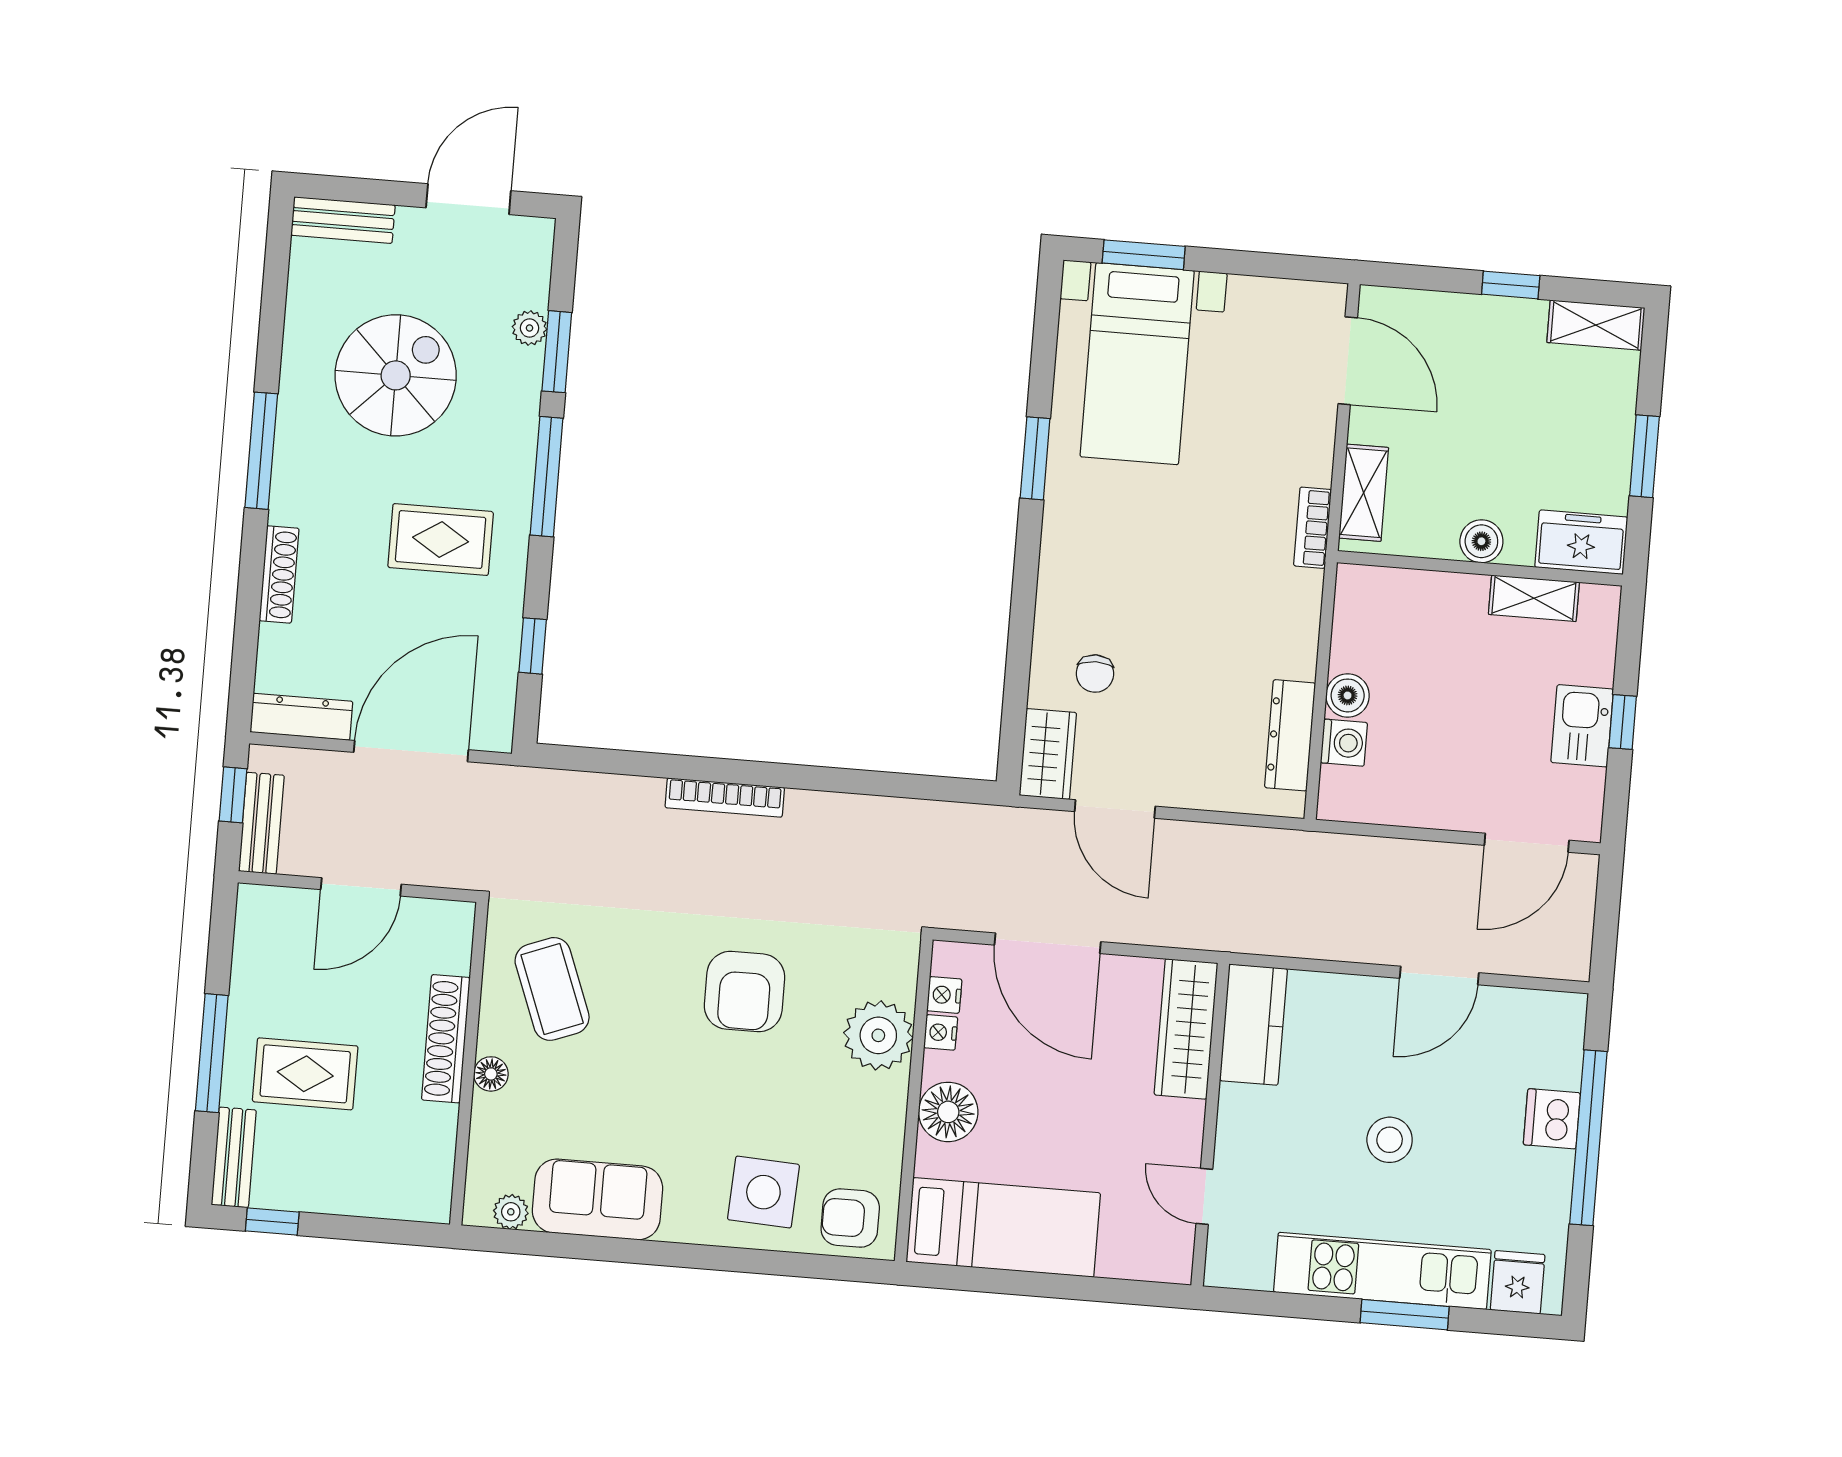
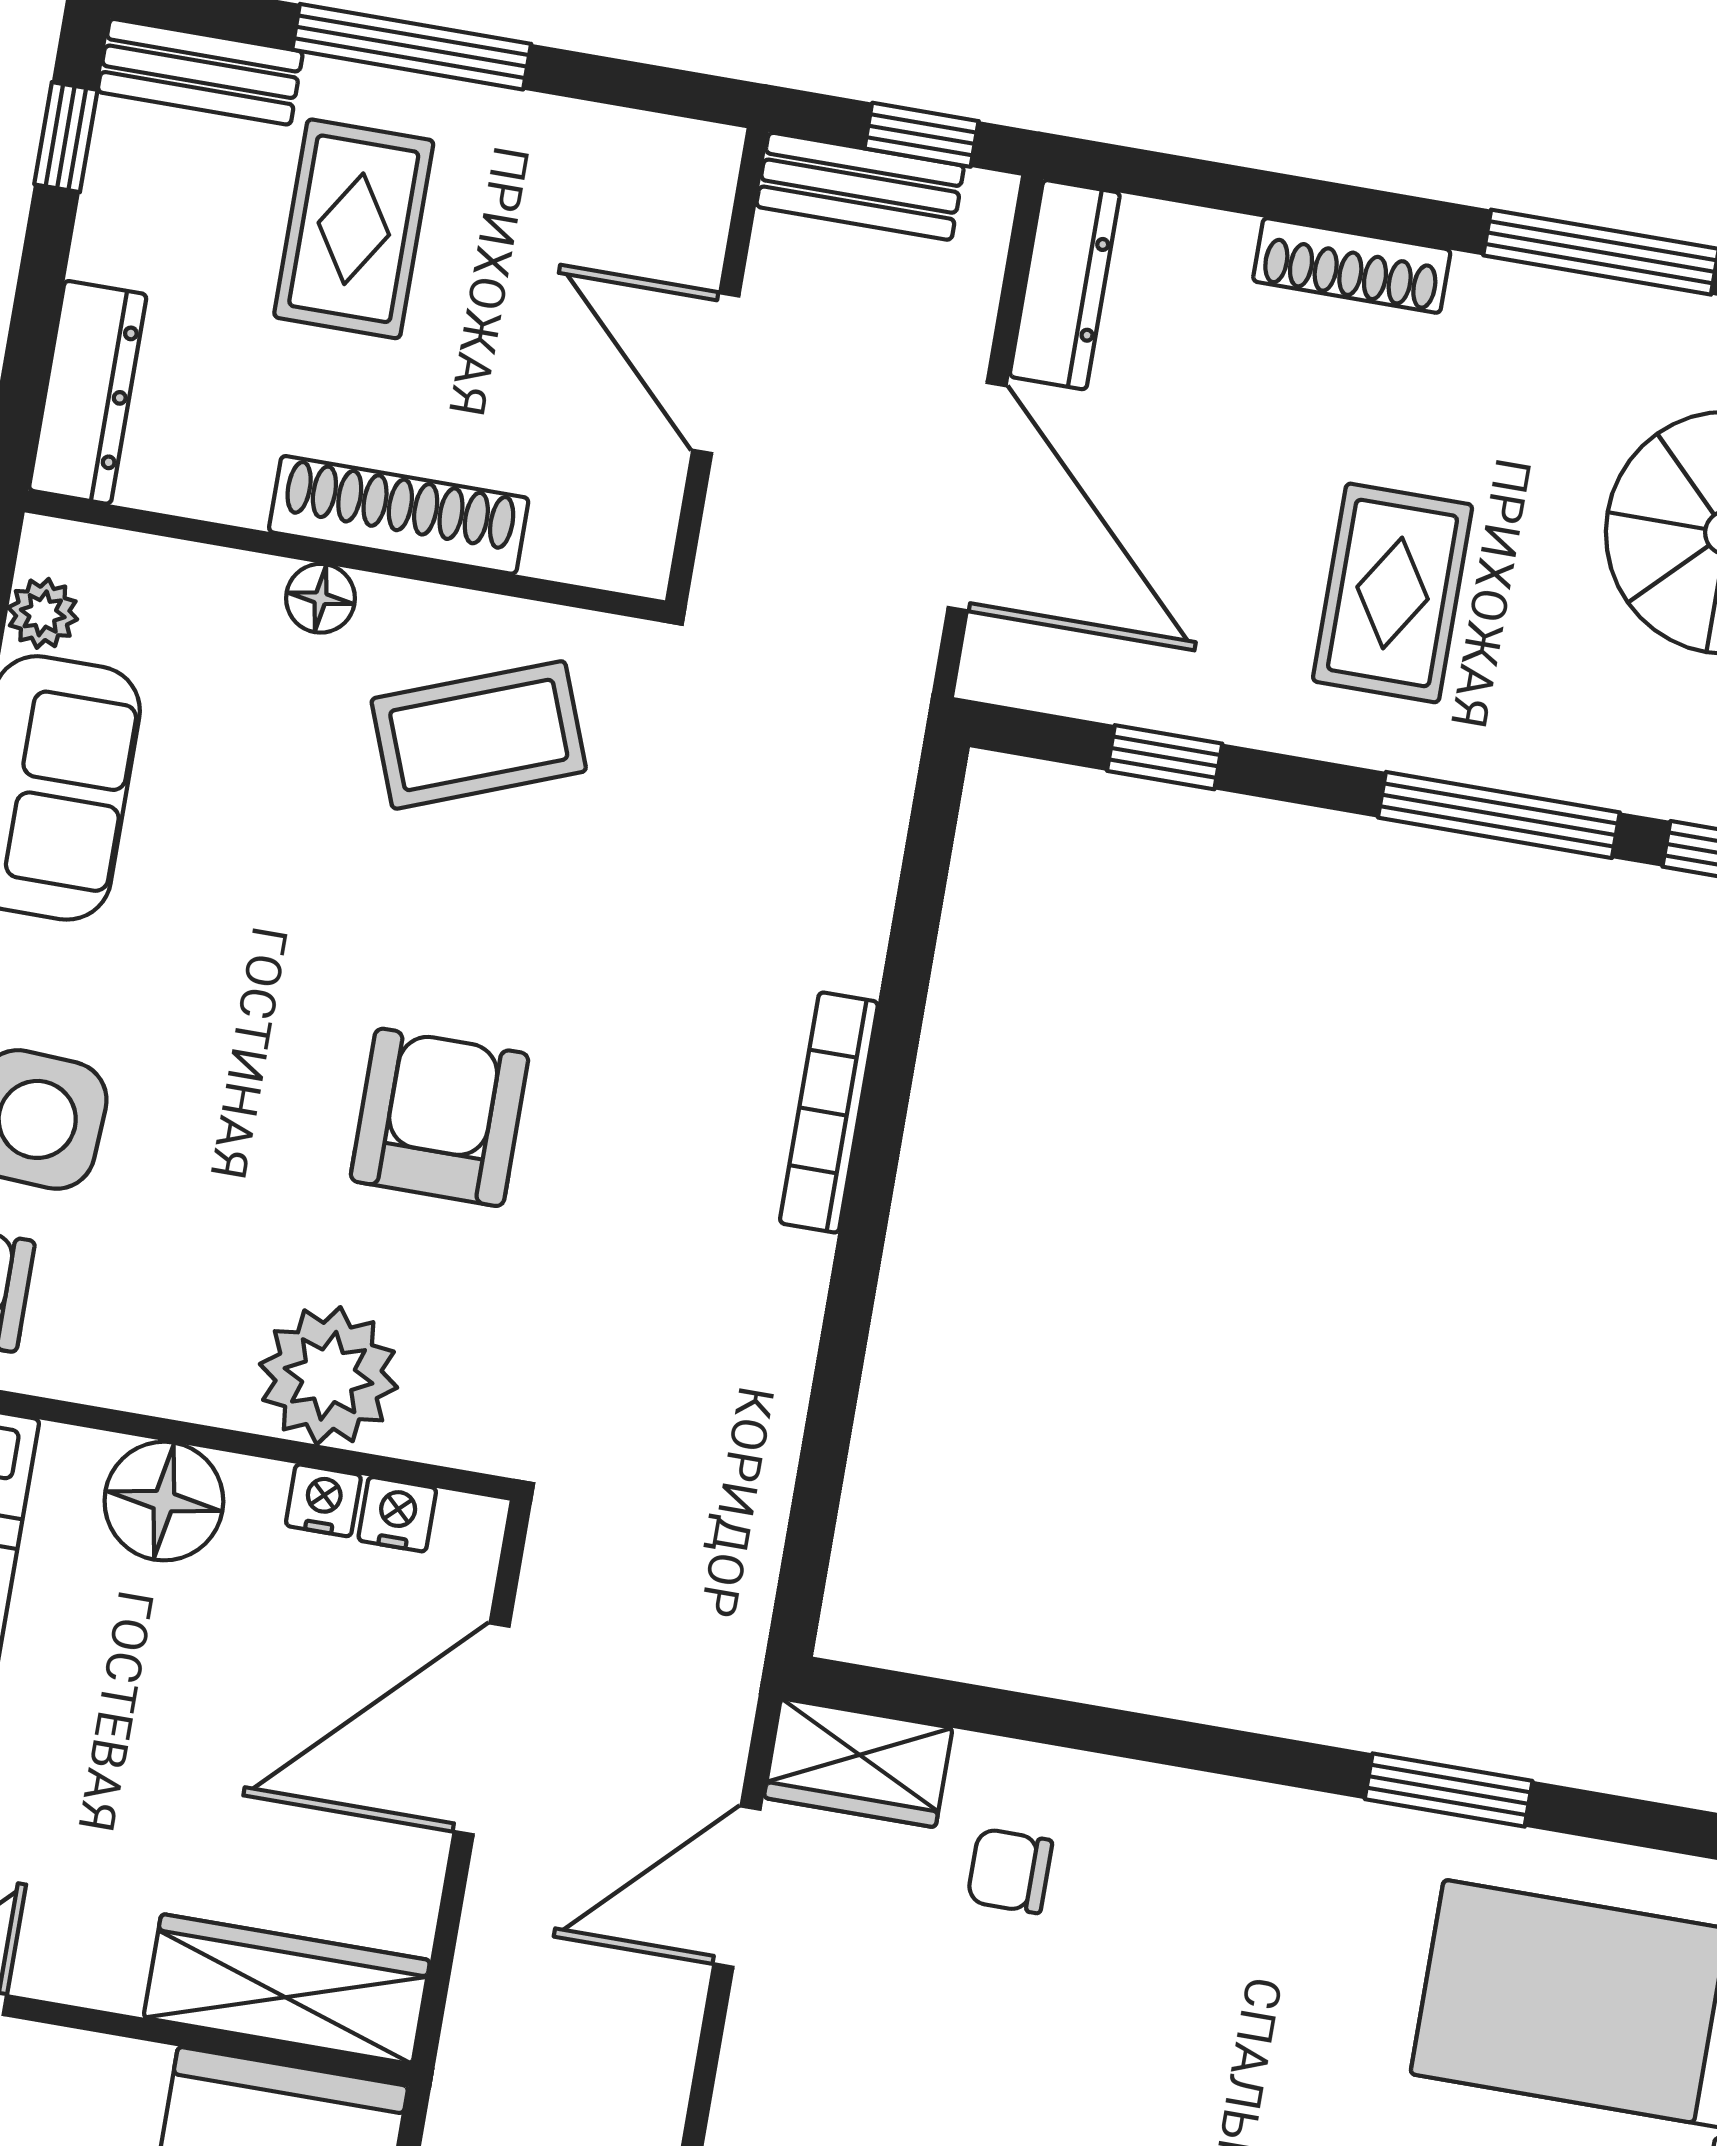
armchair: (745, 992) -> (439, 1117), turned 90
dresser: (399, 1199) -> (88, 392), added

